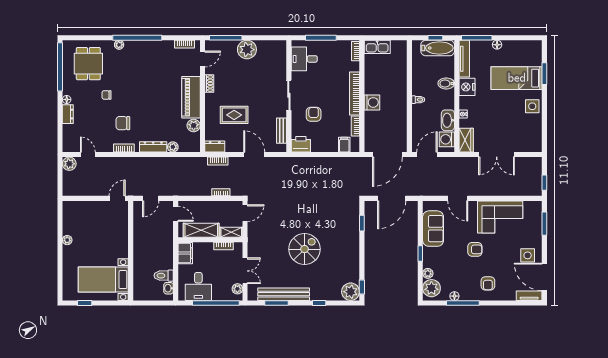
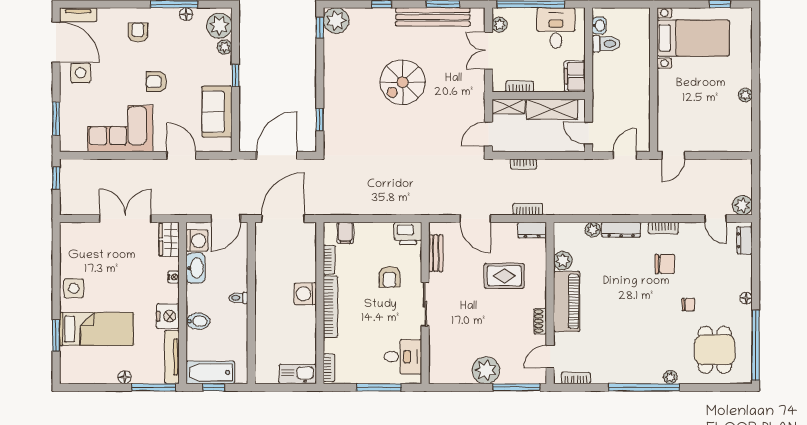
dresser: (68, 114) -> (744, 240), moved

